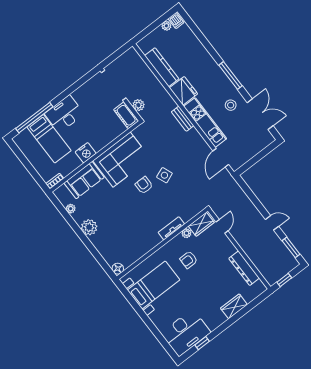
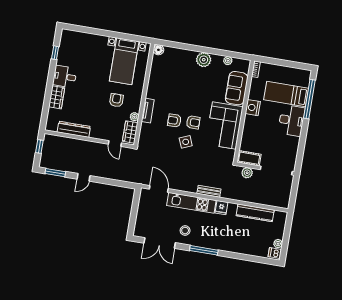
fridge: (183, 91) -> (221, 208), width x0.53, depth x0.75
armchair: (158, 201) -> (174, 121), added
desk: (186, 333) -> (65, 77), moved, width x0.53, depth x0.77

